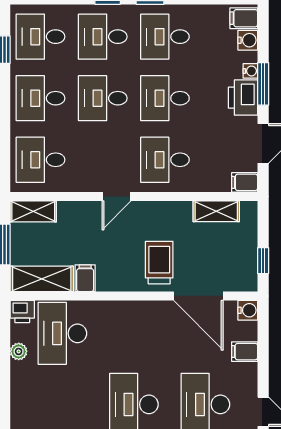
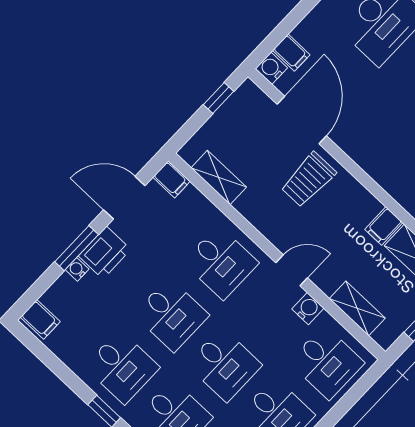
water cooler: (248, 40) -> (308, 309), moved, turned 90
shelving: (33, 211) -> (357, 308), moved
filing cabinet: (245, 352) -> (291, 53), moved

